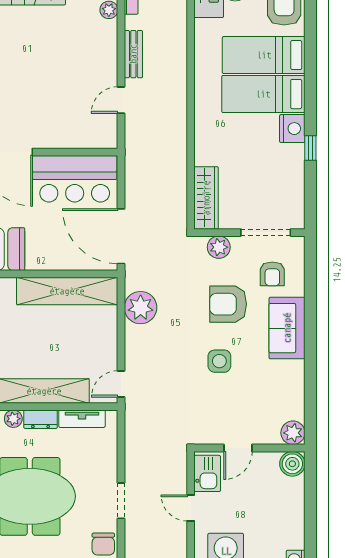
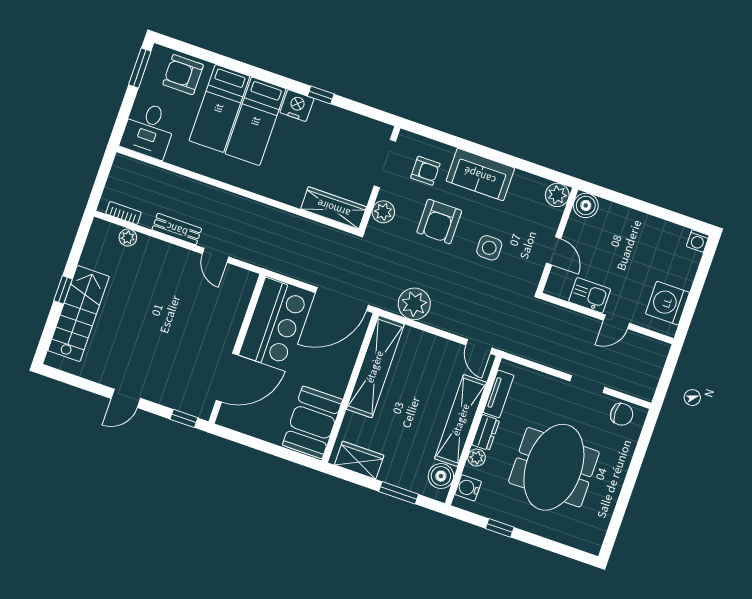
plant: (293, 433) -> (557, 195), moved
door: (238, 448) -> (554, 251), moved
wall: (249, 448) -> (557, 240), moved
boiler: (292, 464) -> (586, 205), moved

